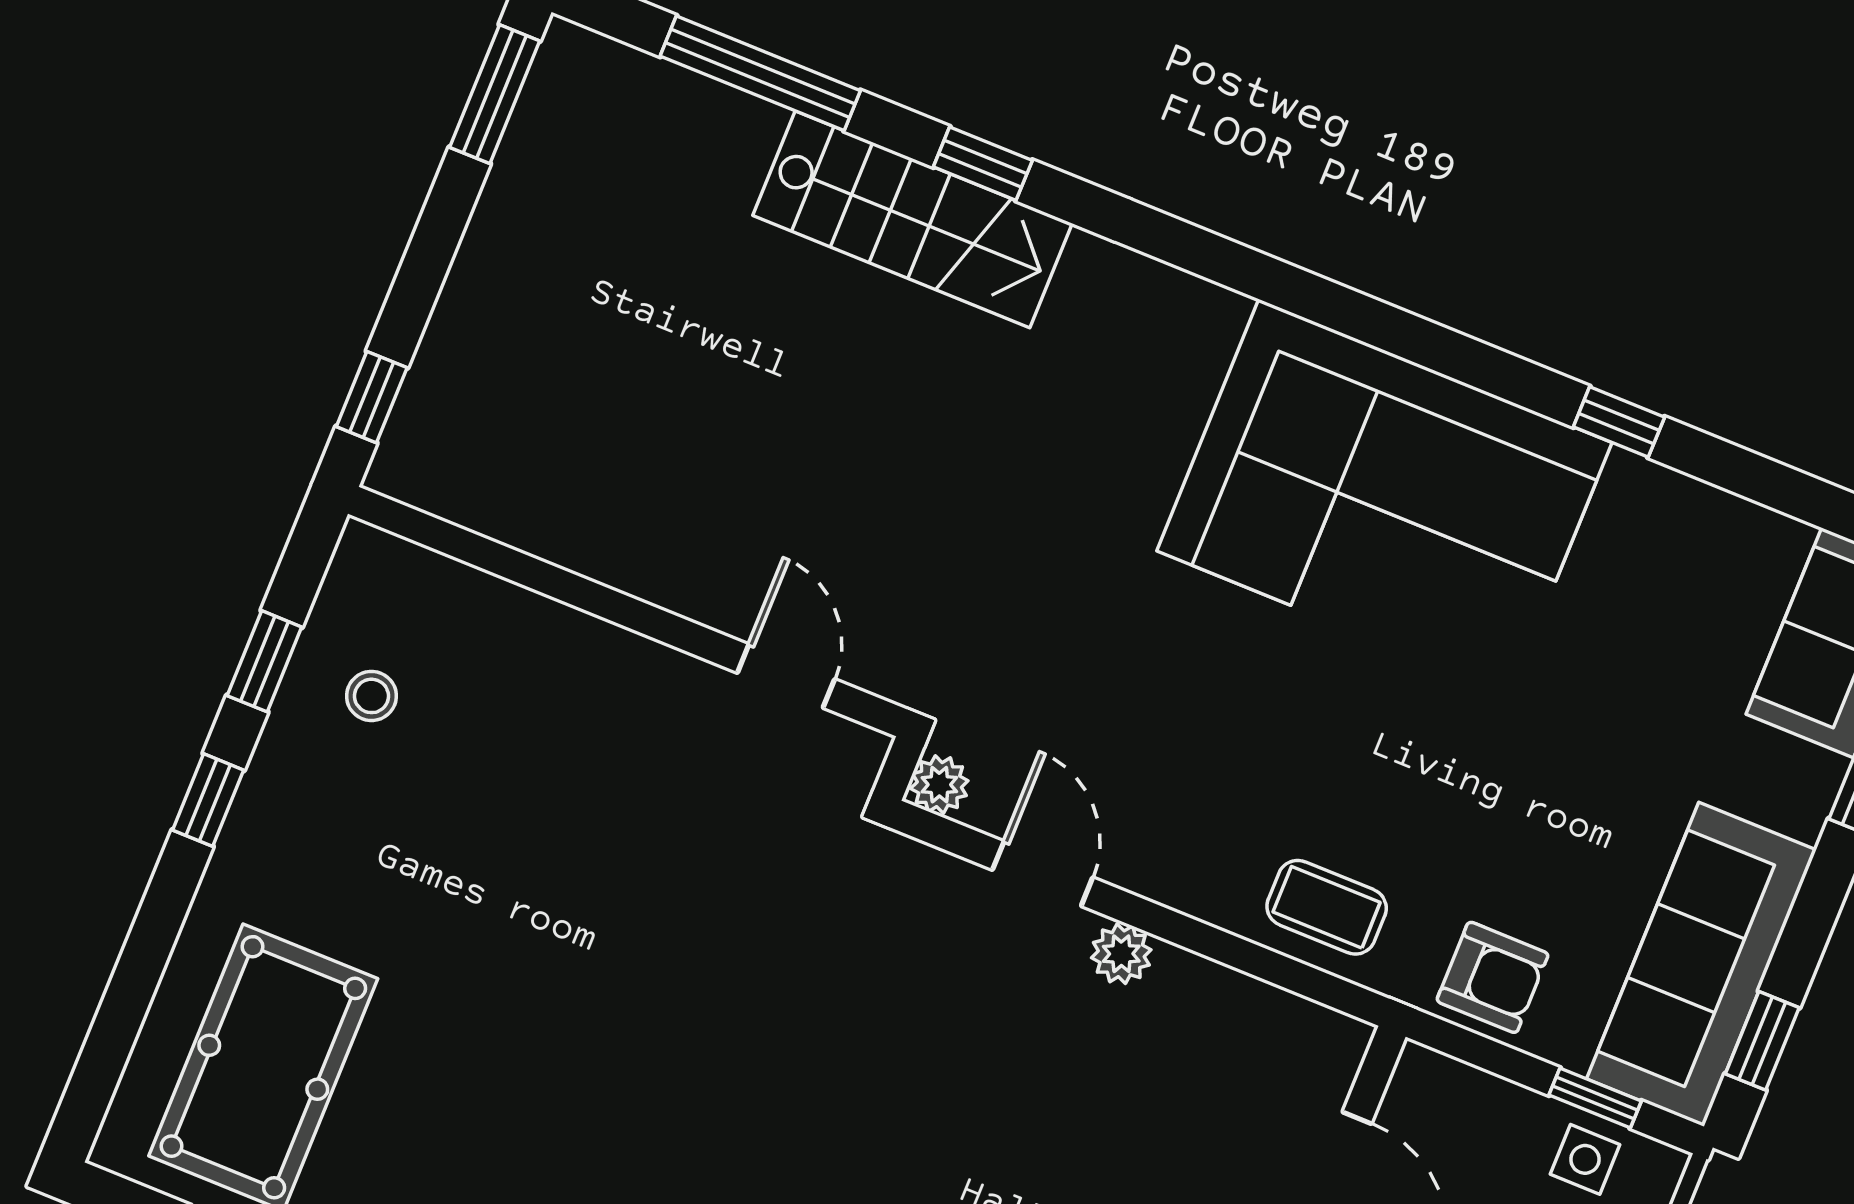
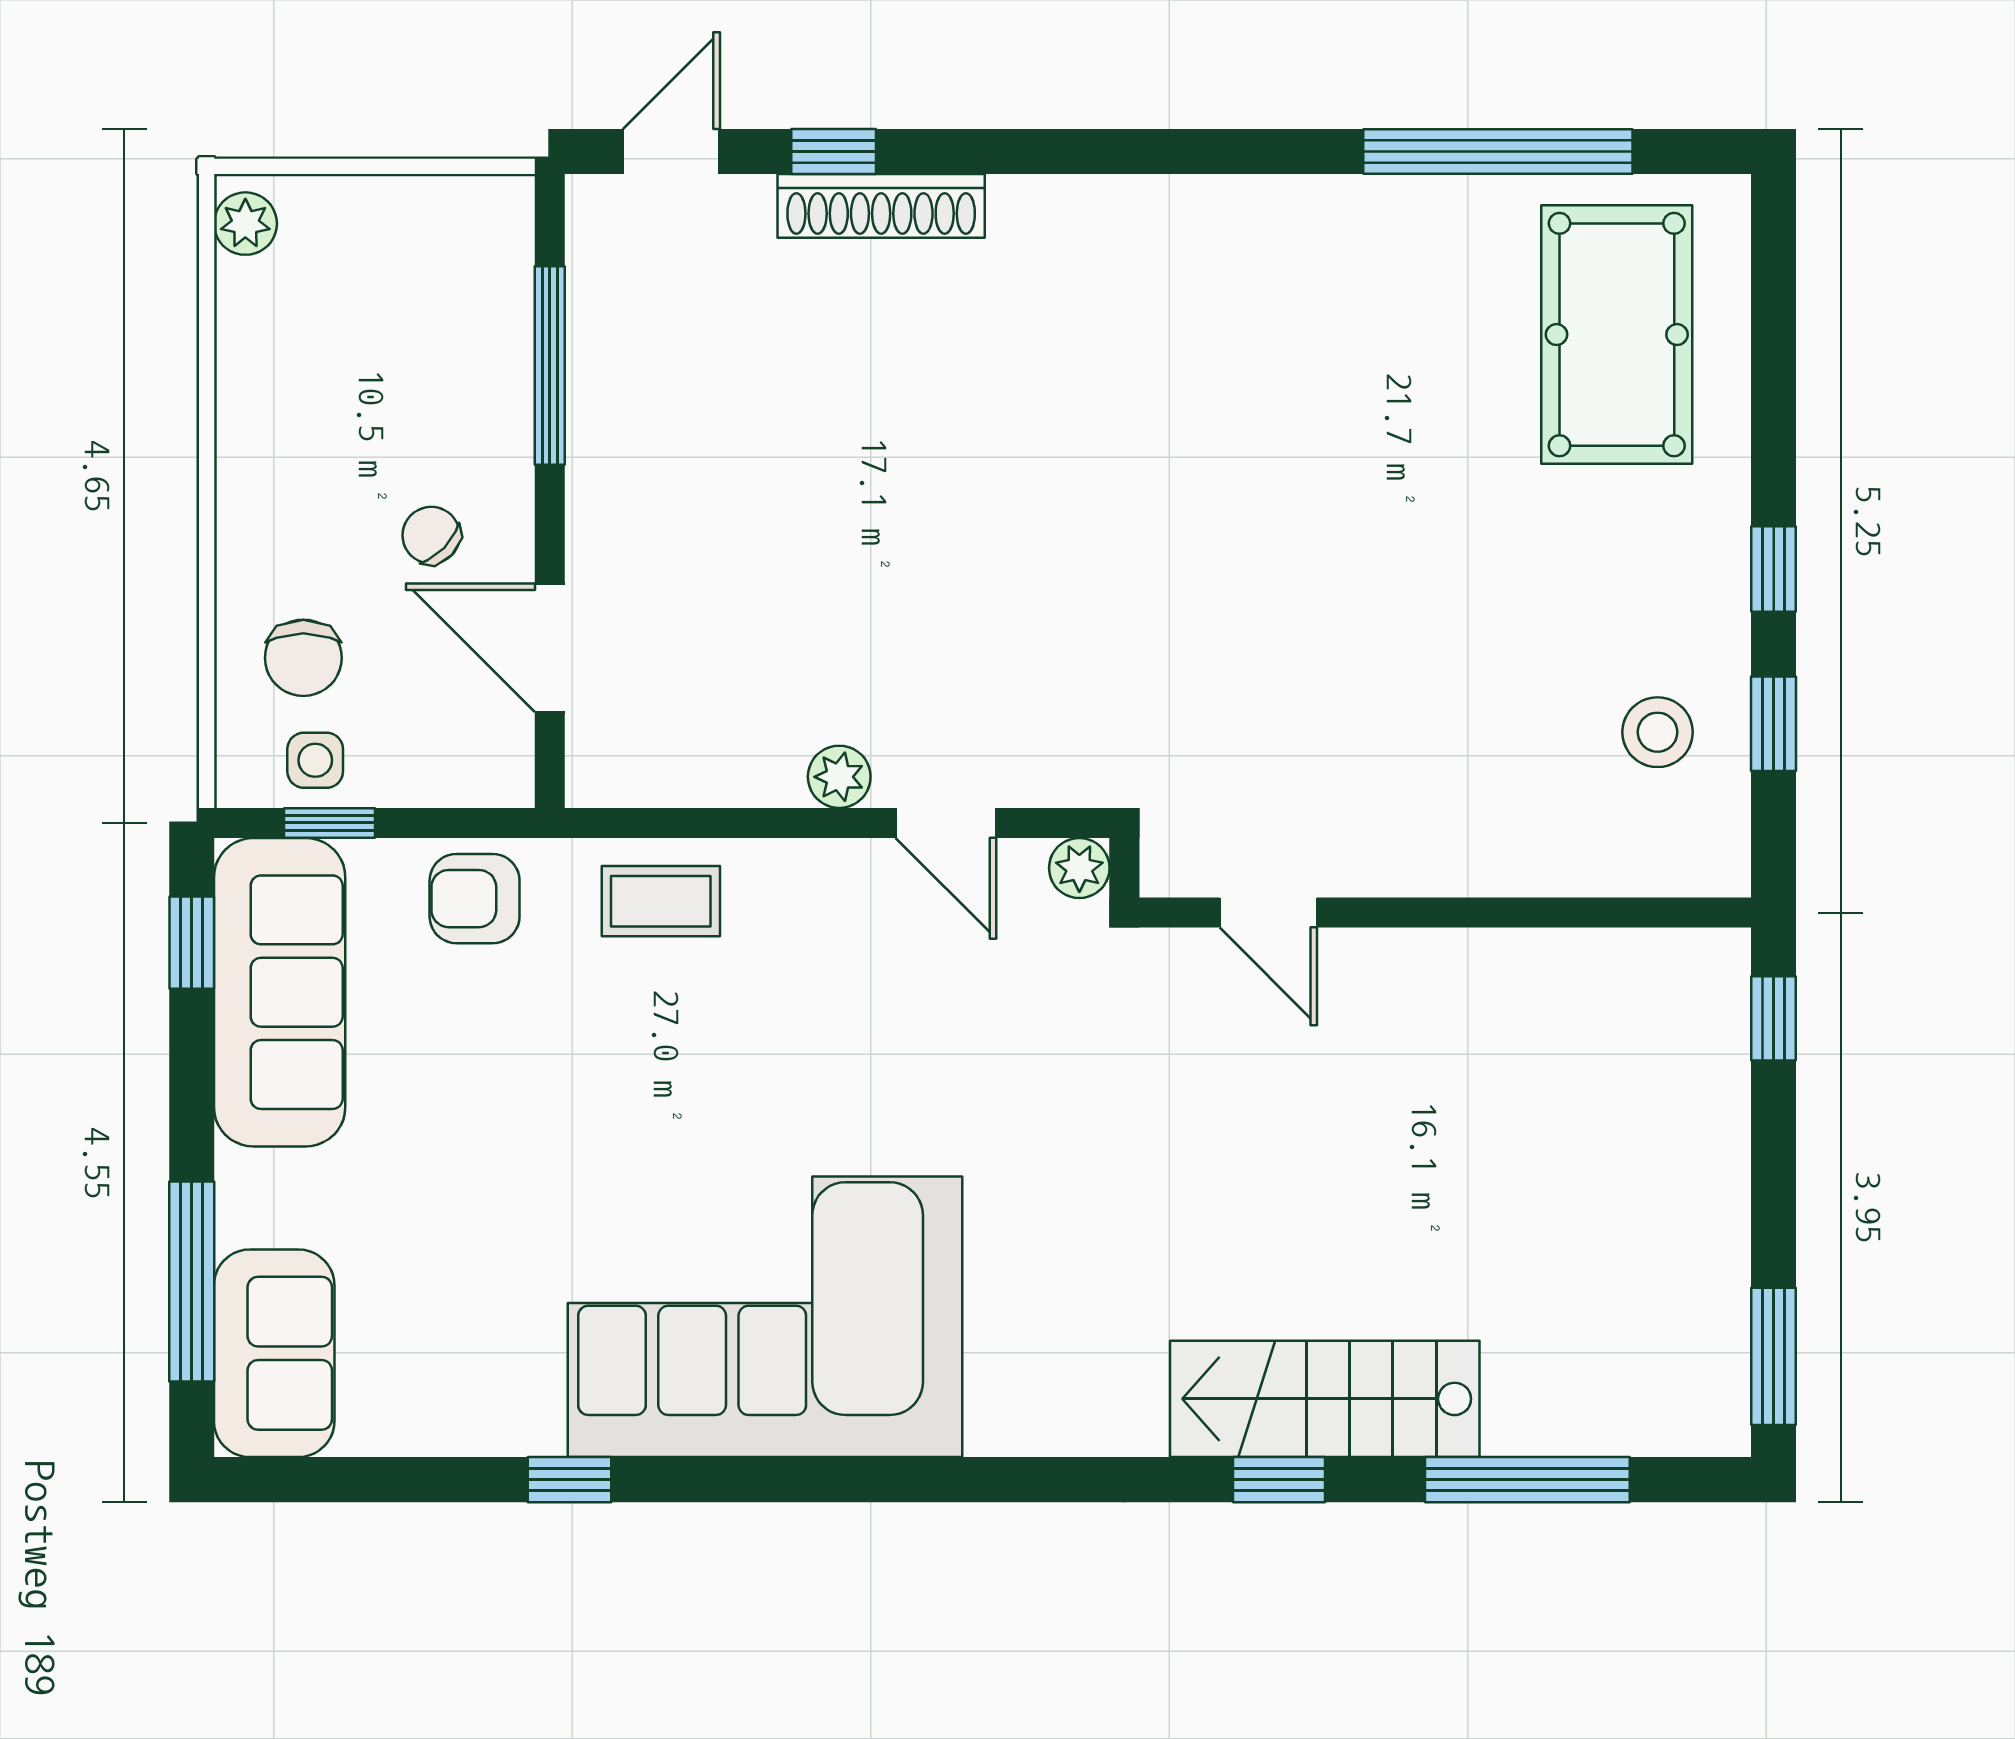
stool: (371, 696) -> (1658, 732), width x1.37, depth x1.37

